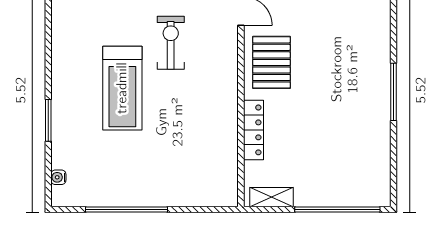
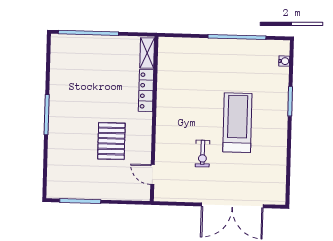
exercise bike: (171, 43) -> (203, 154), width x0.73, depth x0.72
pallet: (271, 62) -> (111, 141), moved
shelving: (271, 197) -> (147, 53), moved, turned 90

